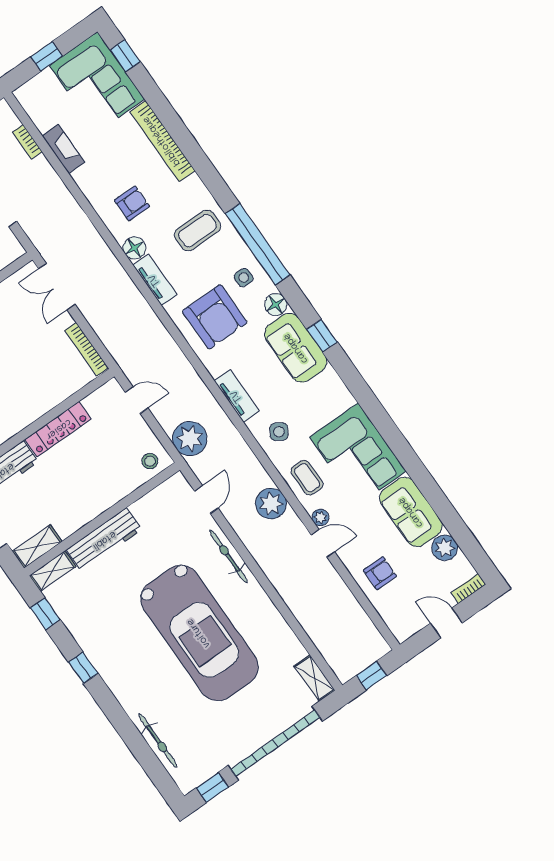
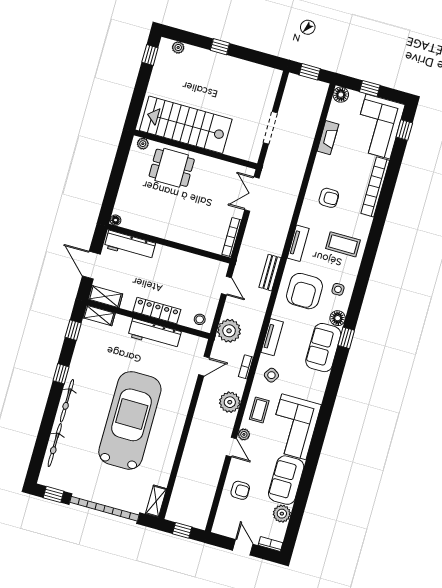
bookcase: (27, 142) -> (246, 367), moved
window: (258, 244) -> (362, 282), removed
floor lamp: (134, 248) -> (341, 95), moved
window: (322, 336) -> (346, 338), moved
bench: (162, 339) -> (270, 273), added
locker: (58, 429) -> (157, 311), moved, turned 180
workbench: (104, 540) -> (155, 334), moved
bicycle: (228, 556) -> (67, 401), moved, turned 180
car: (199, 633) -> (130, 420), turned 180

